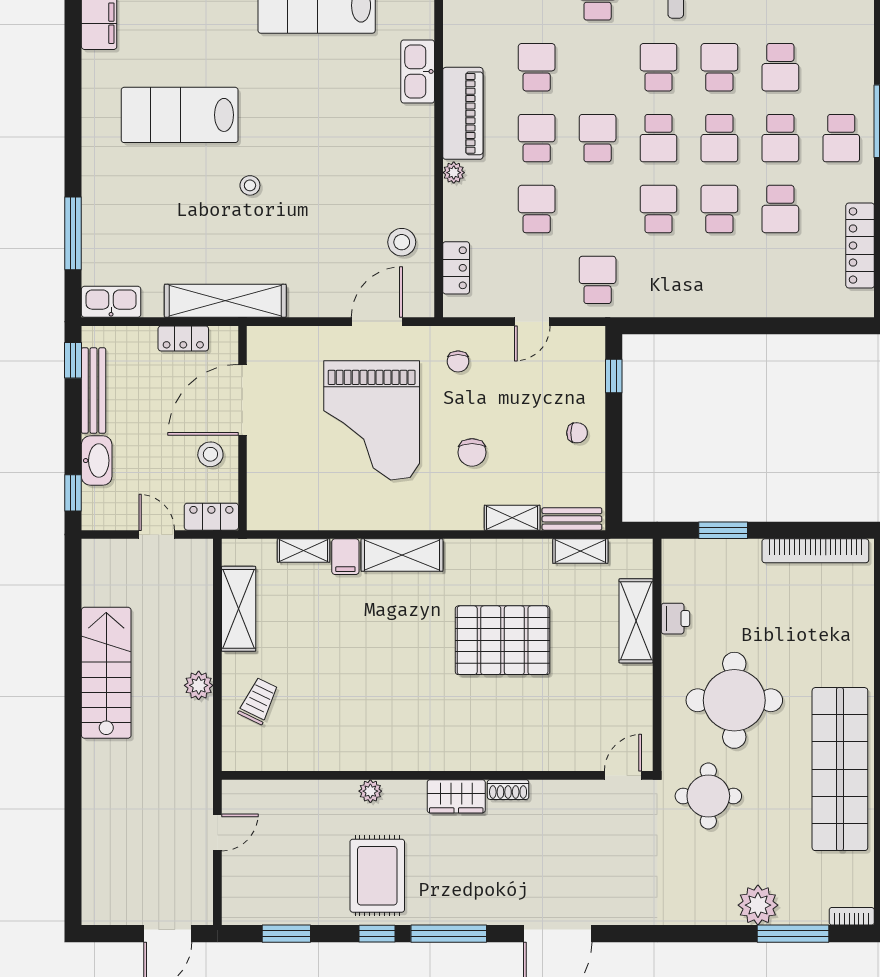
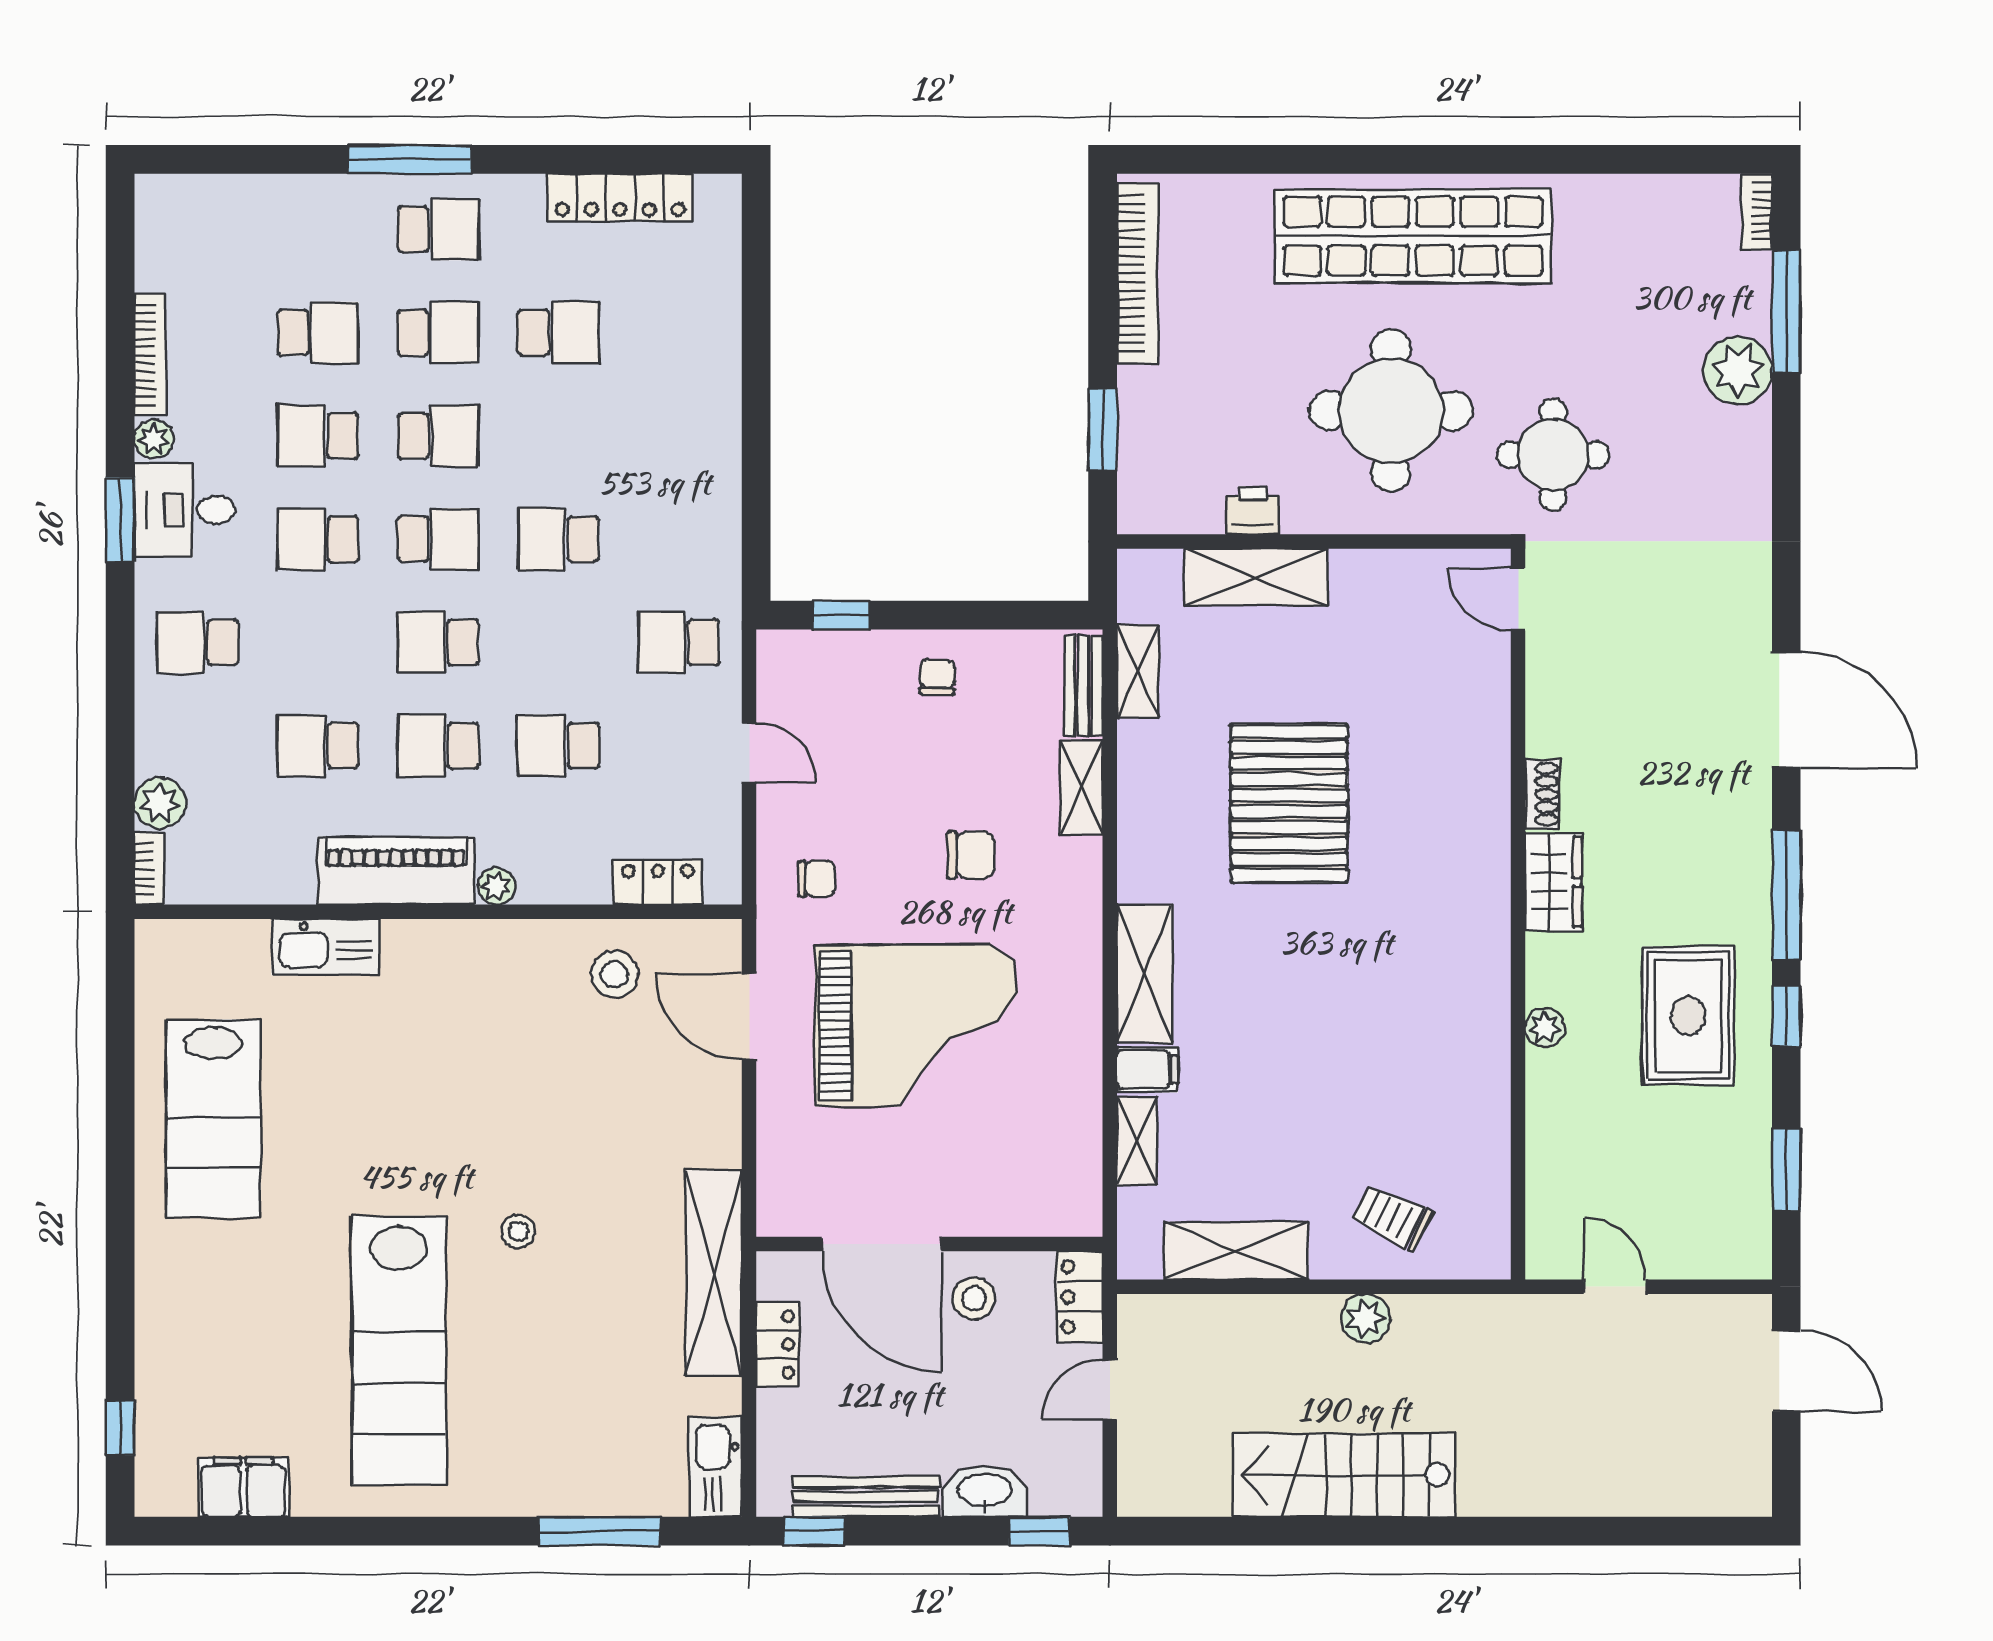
lab bench: (180, 115) -> (399, 1351), width x1.36
school desk: (719, 209) -> (558, 436), removed
shop shelf: (840, 769) -> (1413, 236), moved
rug: (377, 876) -> (1688, 1016), turned 90

